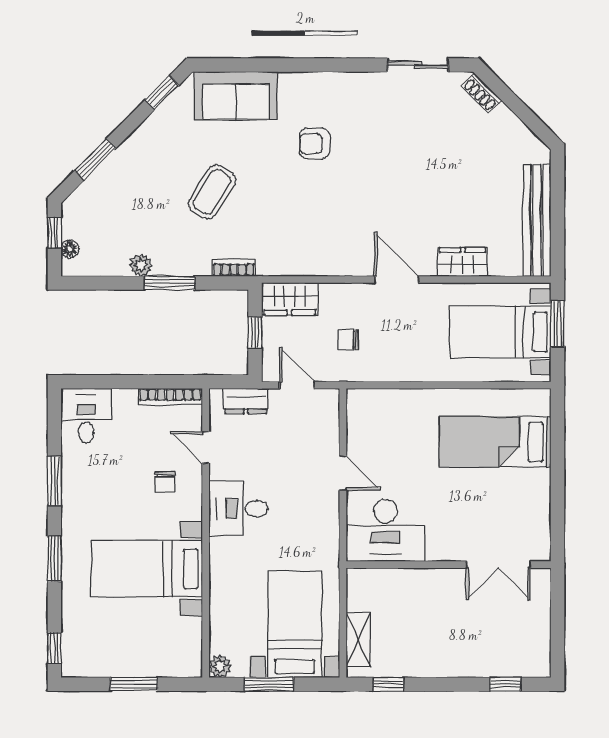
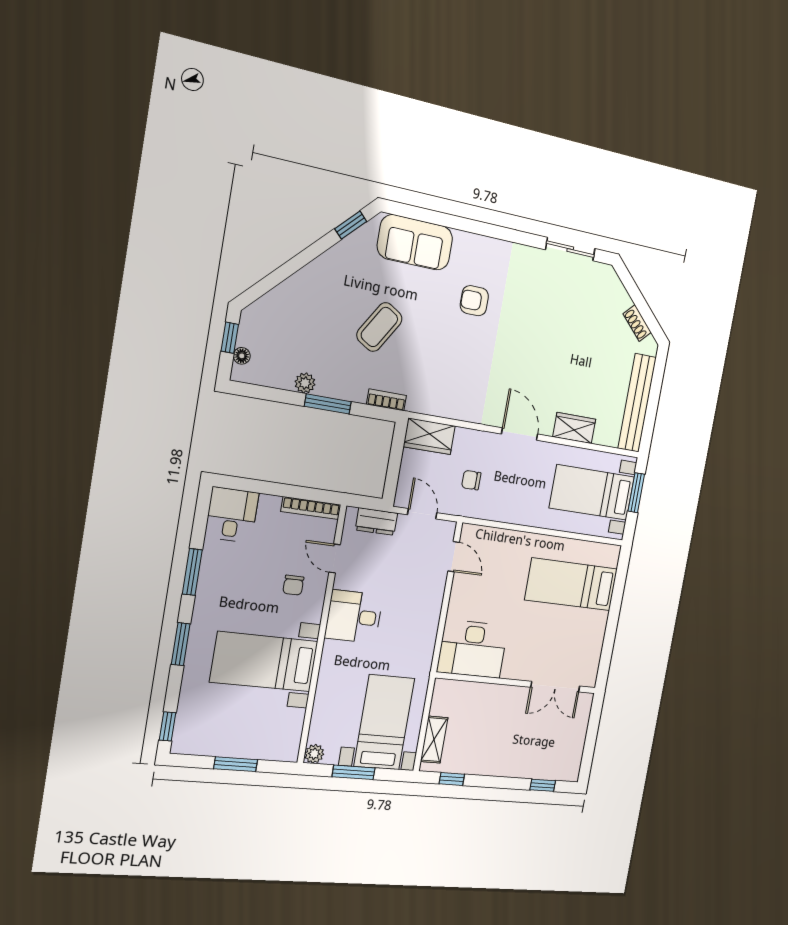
shoe rack: (481, 93) -> (637, 323), moved
window: (95, 160) -> (279, 275), removed
window: (255, 333) -> (395, 461), removed
door: (343, 473) -> (454, 557), moved

